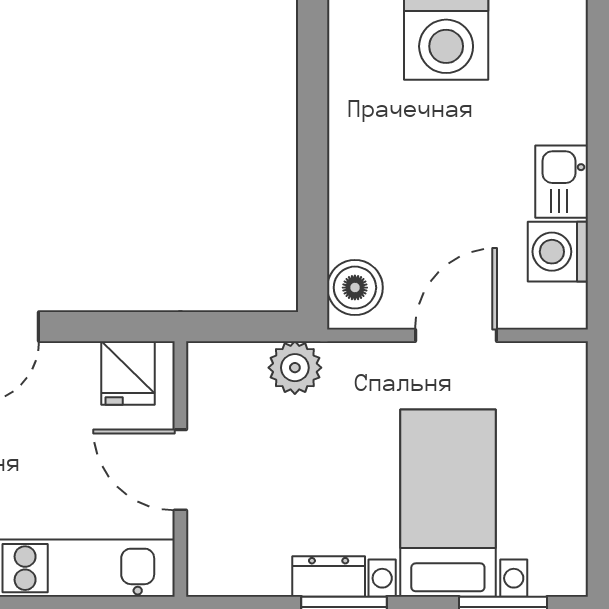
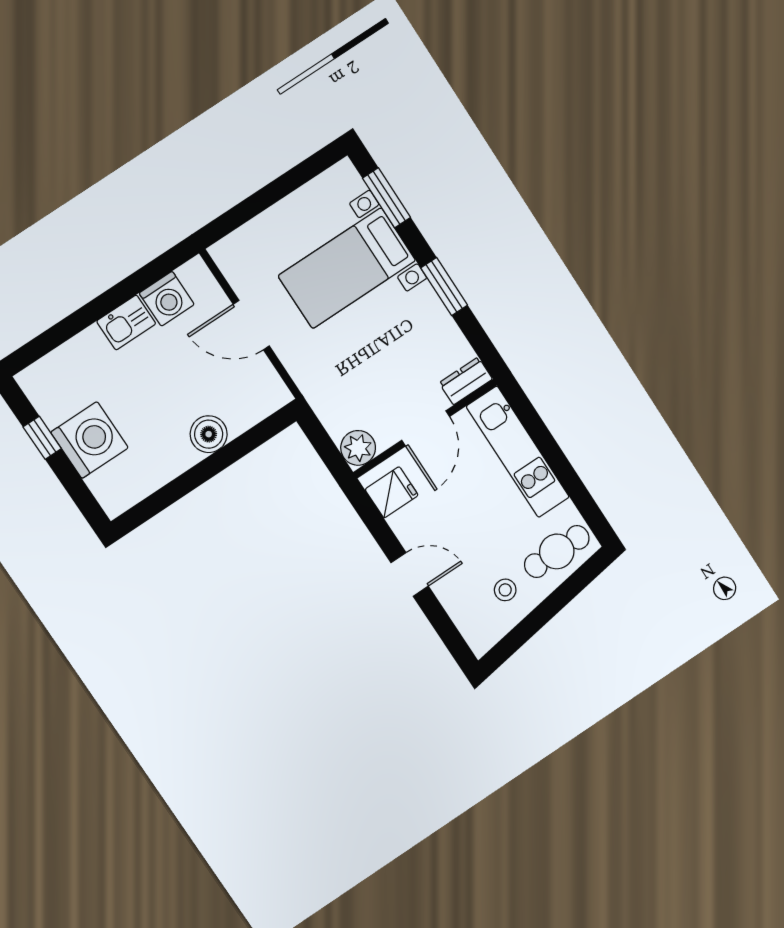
boiler: (355, 288) -> (209, 434), moved
plant: (295, 368) -> (358, 448), moved
dresser: (329, 577) -> (466, 381), moved, turned 90

